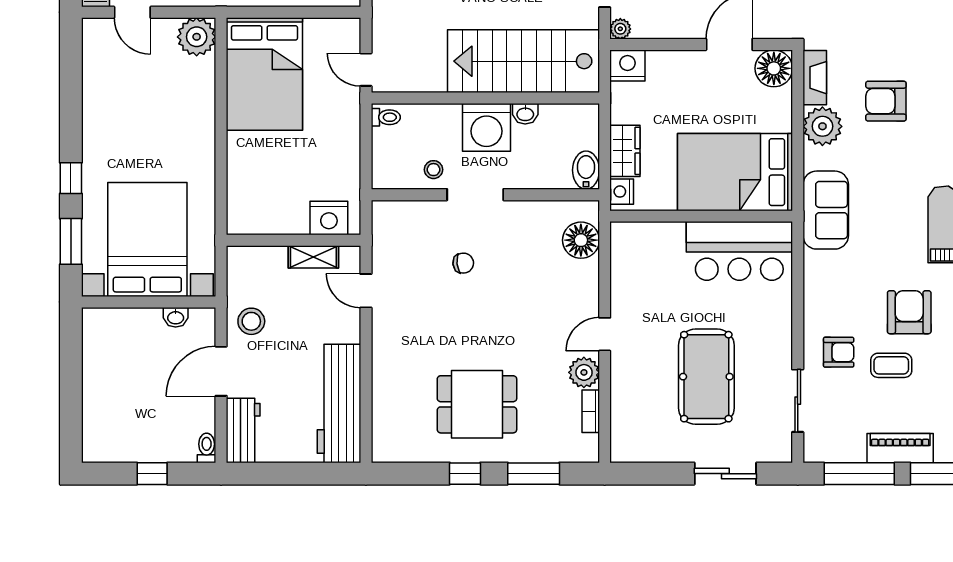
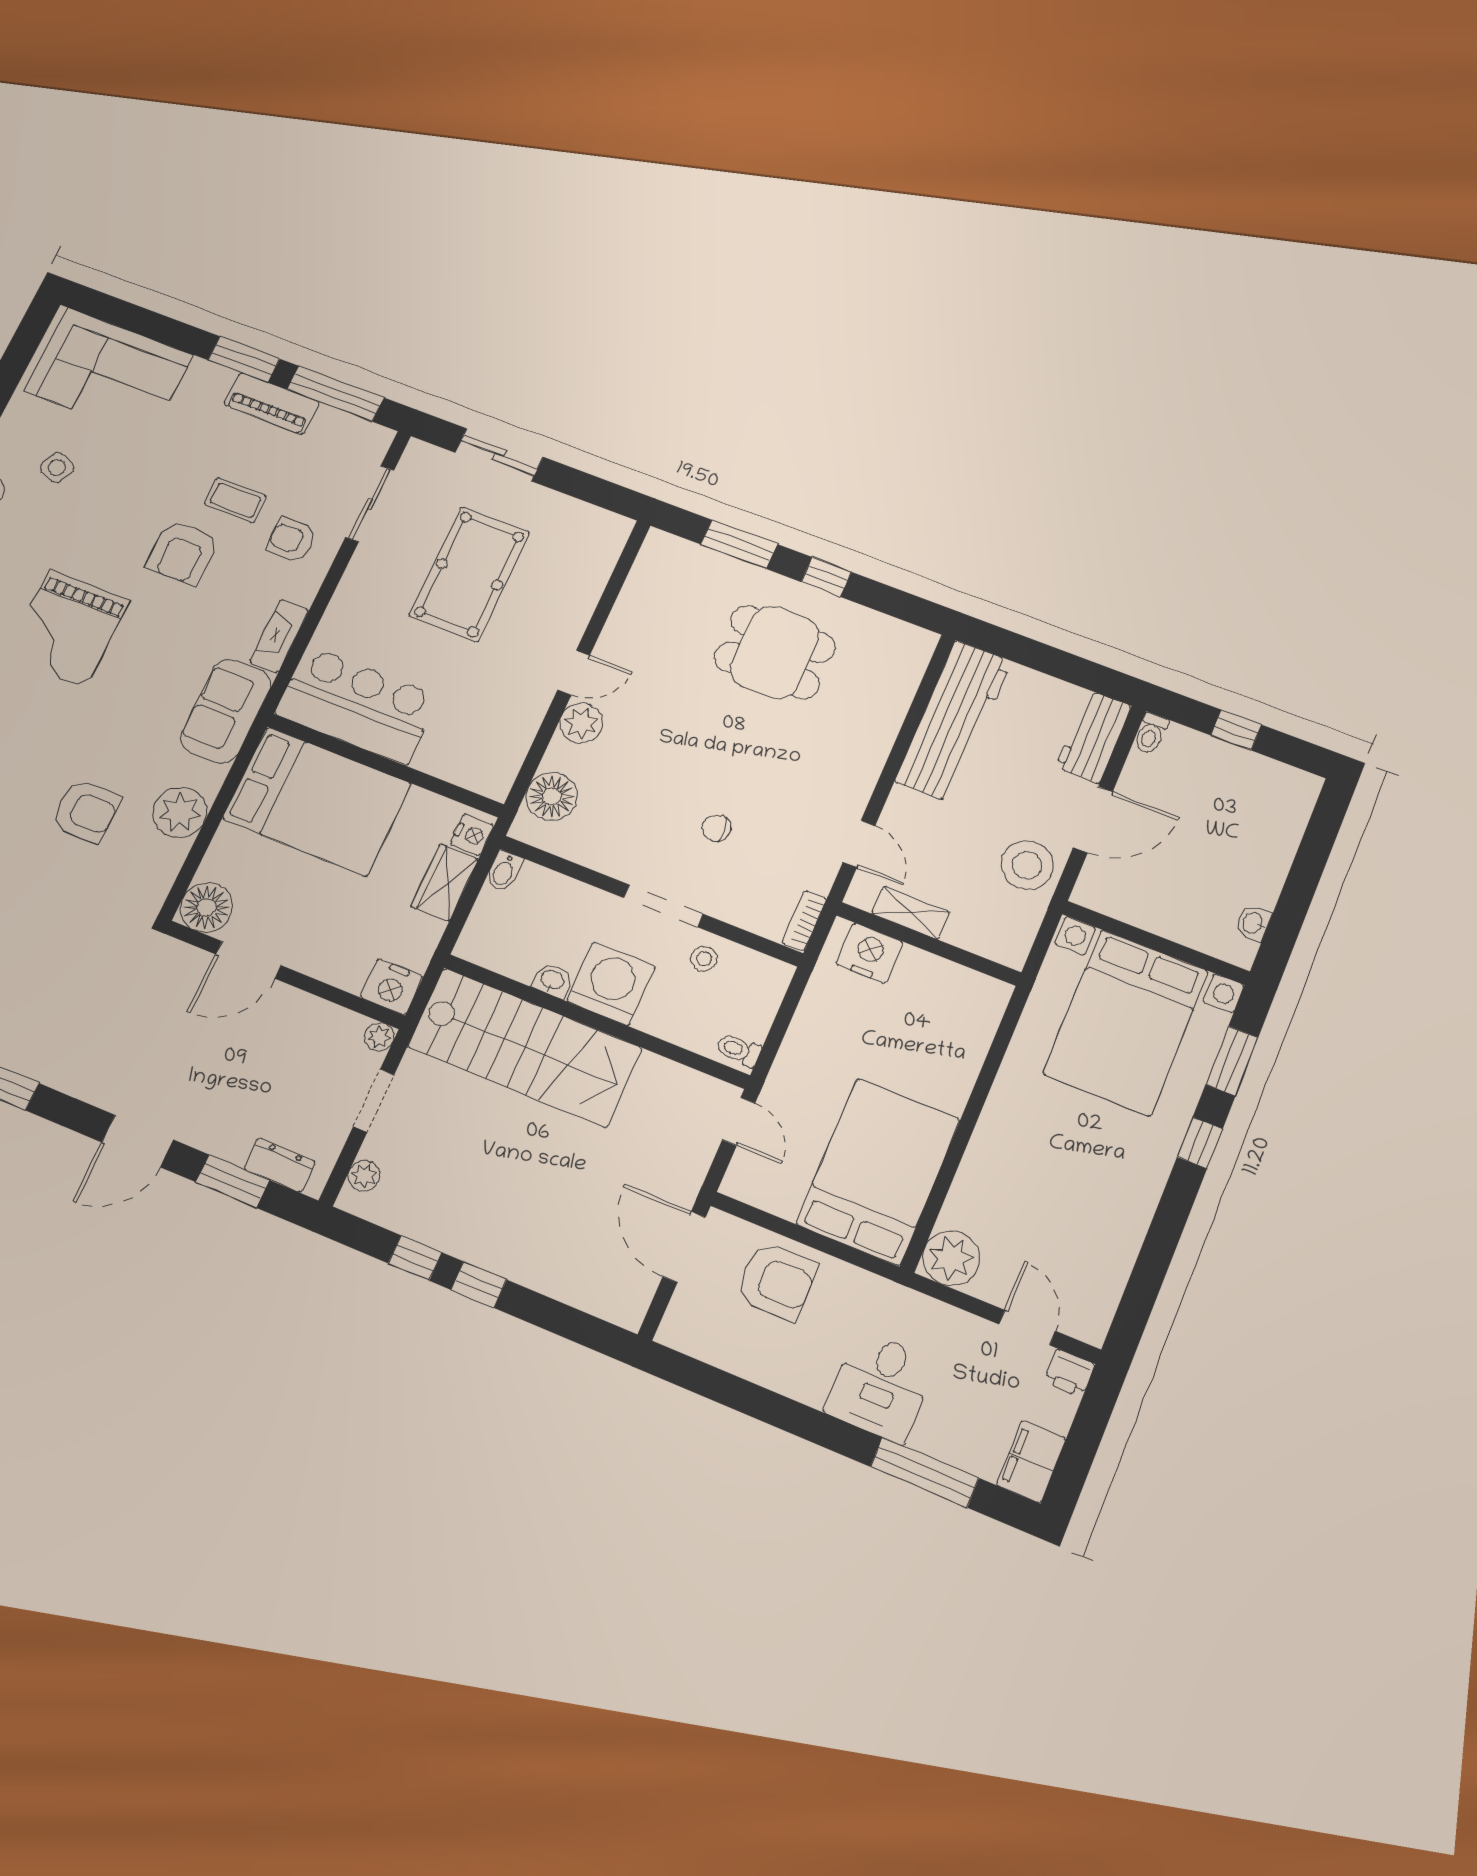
fireplace: (815, 78) -> (279, 636), moved
bidet: (586, 170) -> (504, 871), width x0.72, depth x0.74
washbasin: (176, 317) -> (1253, 923), moved, turned -90
stool: (251, 321) -> (1027, 865), width x1.38, depth x1.38
plant: (584, 372) -> (581, 723), moved
bookcase: (591, 411) -> (804, 921), moved, turned 180

